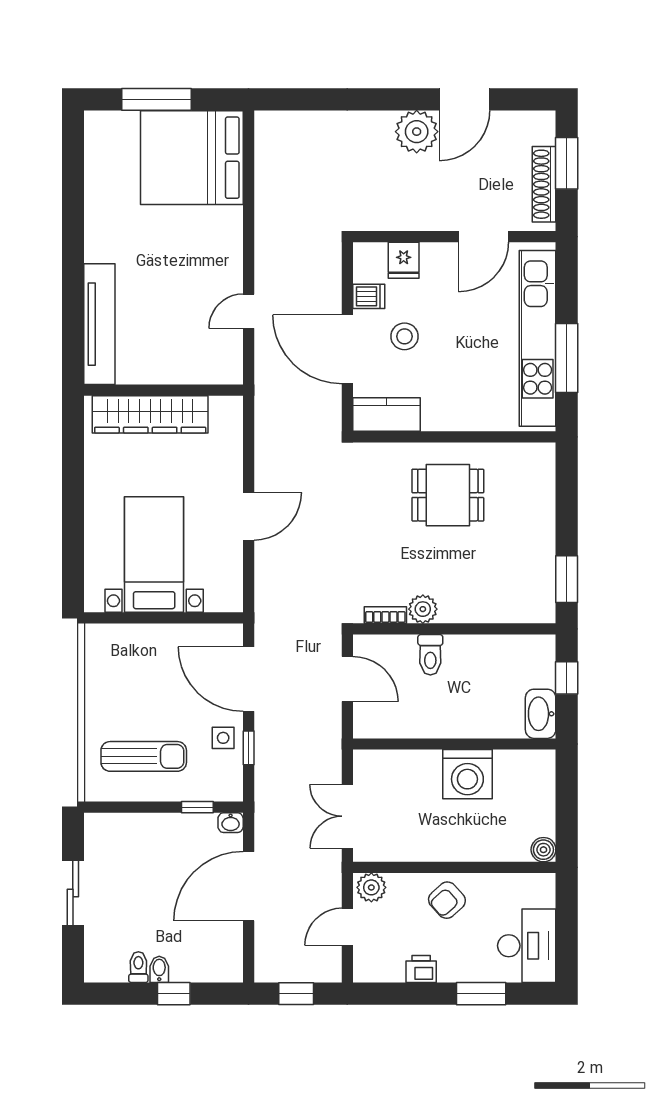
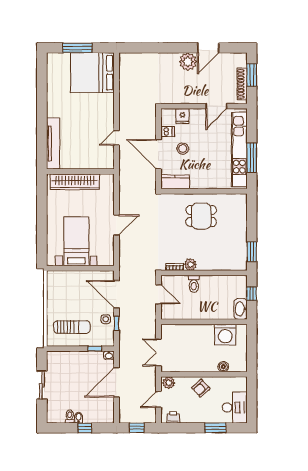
washing machine: (467, 774) -> (225, 335), moved
boiler: (543, 850) -> (223, 367), moved
printer: (421, 969) -> (173, 417), moved

